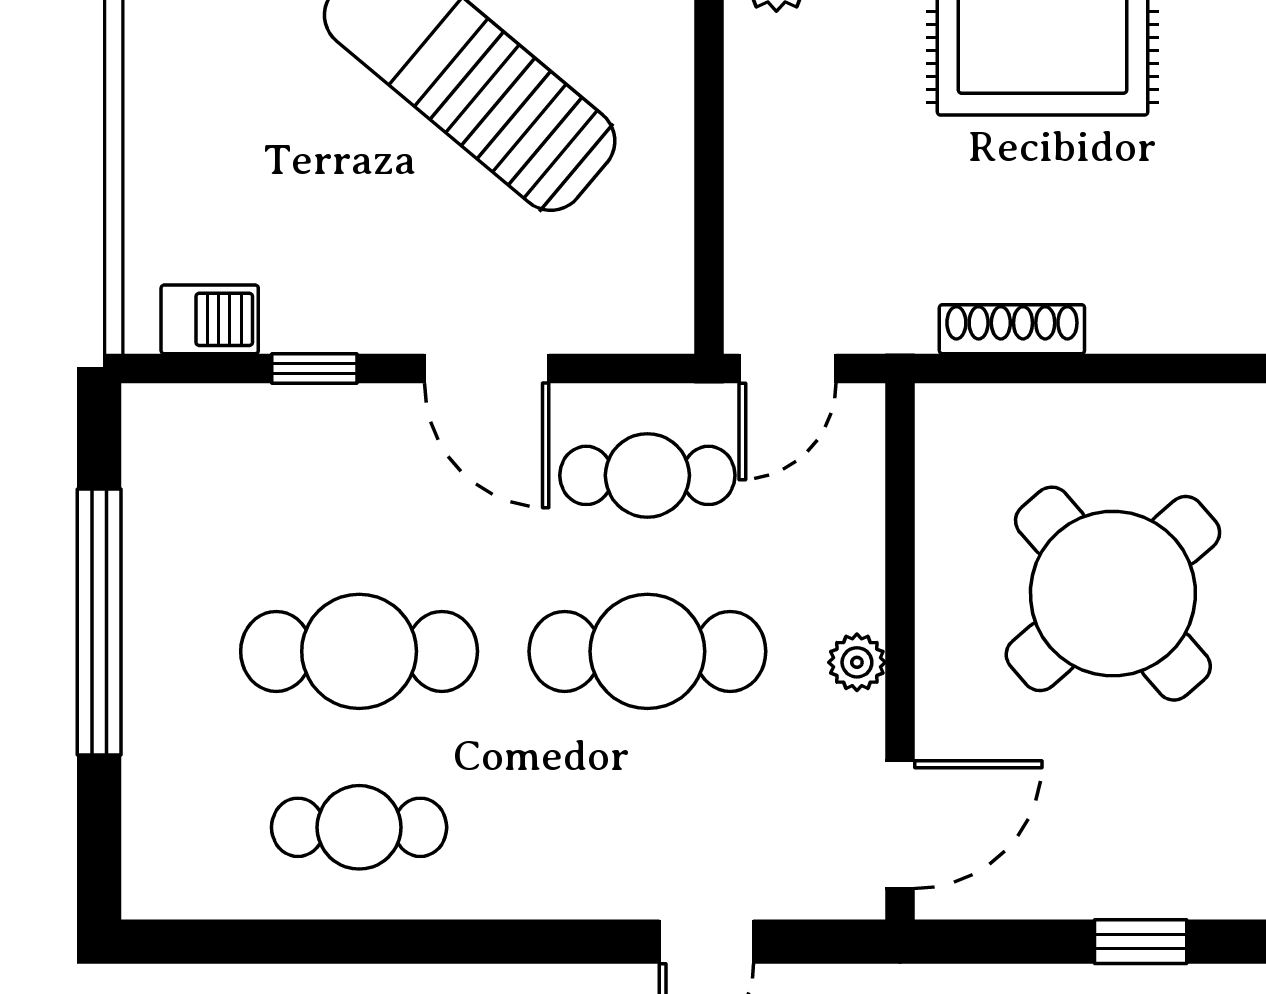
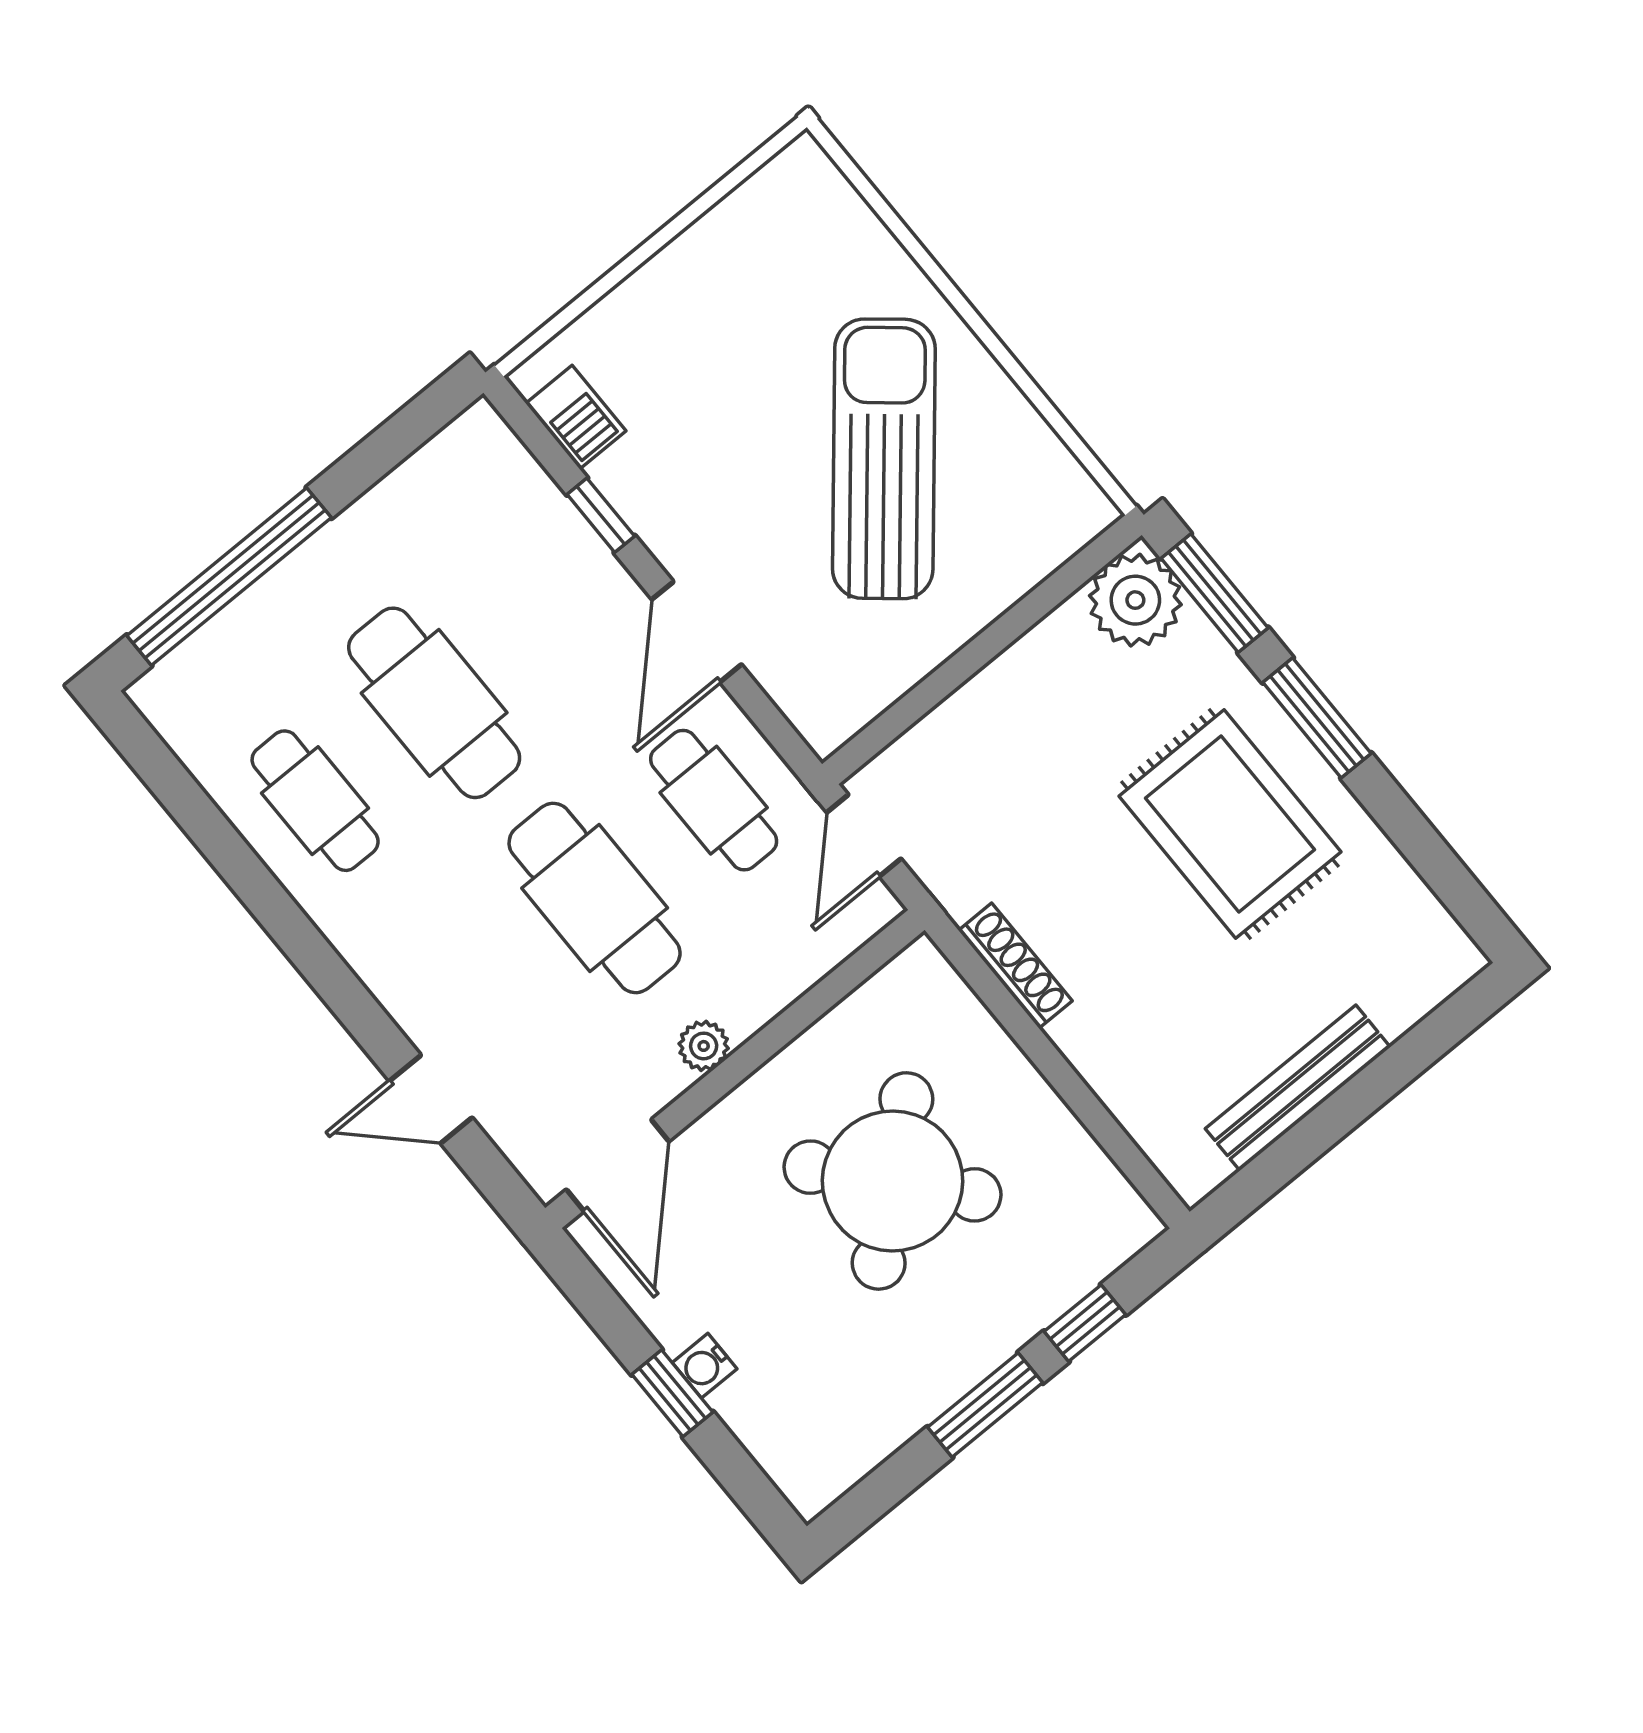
door: (787, 369) -> (864, 835), hinge flipped
window: (99, 622) -> (229, 577), moved
door: (900, 825) -> (618, 1165), hinge flipped
water cooler: (1140, 893) -> (705, 1366), added

